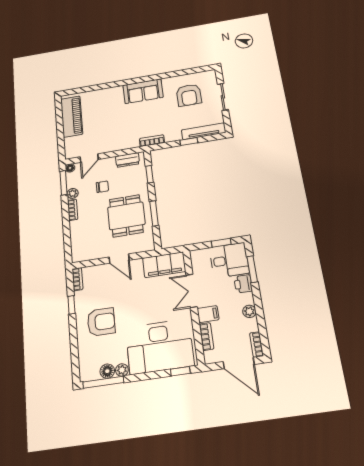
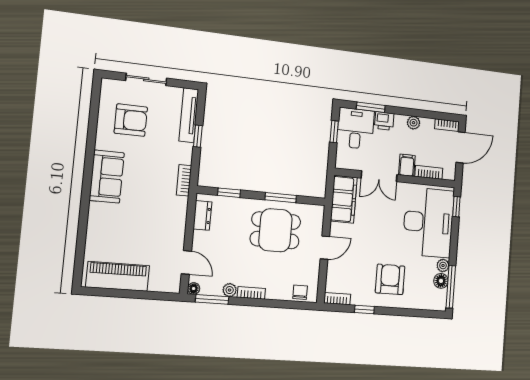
chair: (102, 187) -> (300, 292), moved

